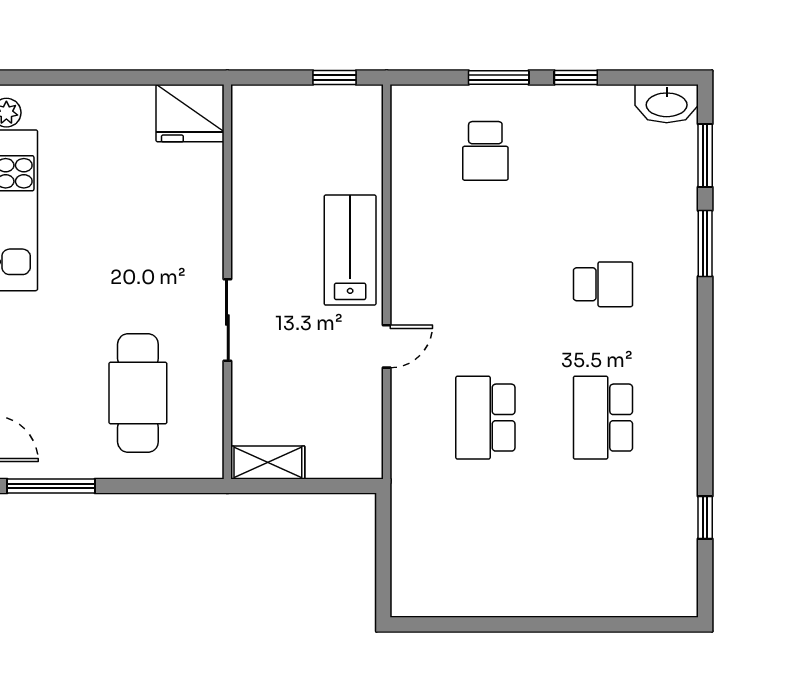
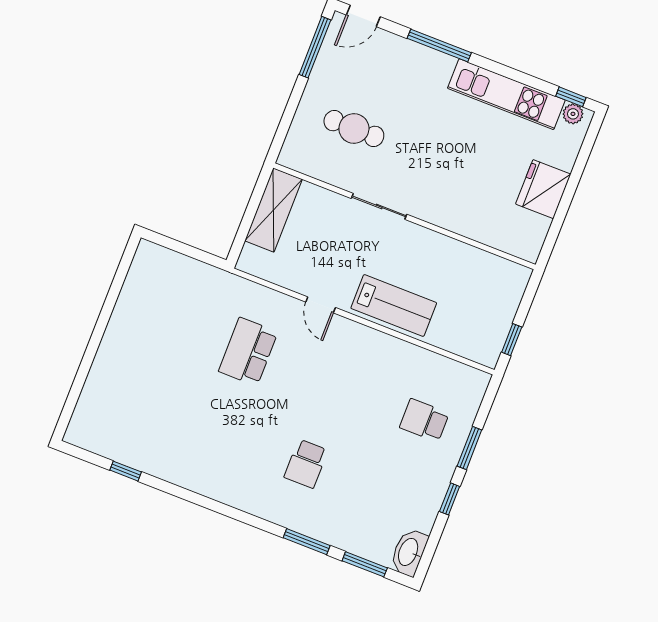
fridge: (190, 113) -> (543, 189), moved
cafe table: (138, 393) -> (354, 129), width x0.73, depth x0.74
school desk: (485, 418) -> (248, 352), turned -90
school desk: (603, 418) -> (218, 429), removed
shelving: (268, 462) -> (274, 210), width x1.50, depth x1.33

